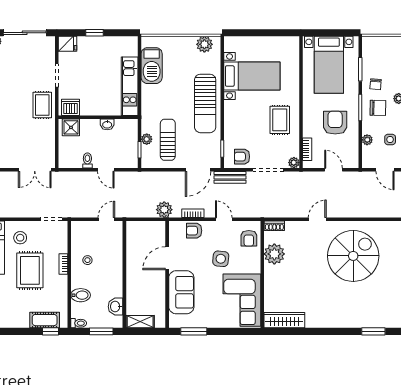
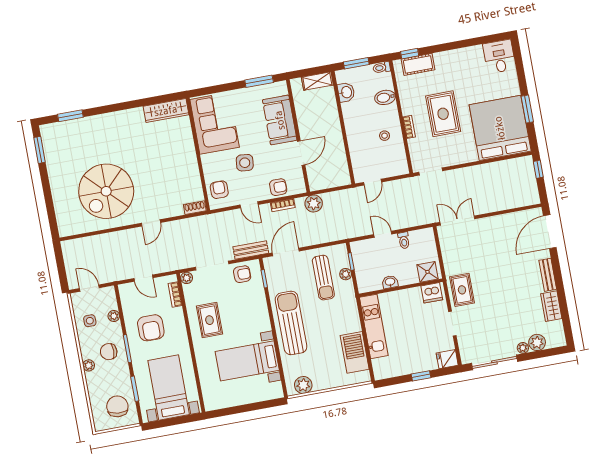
chair: (376, 84) -> (117, 406), moved, width x1.87, depth x1.87
stool: (20, 238) -> (460, 146), removed
plant: (274, 254) -> (189, 178), removed

